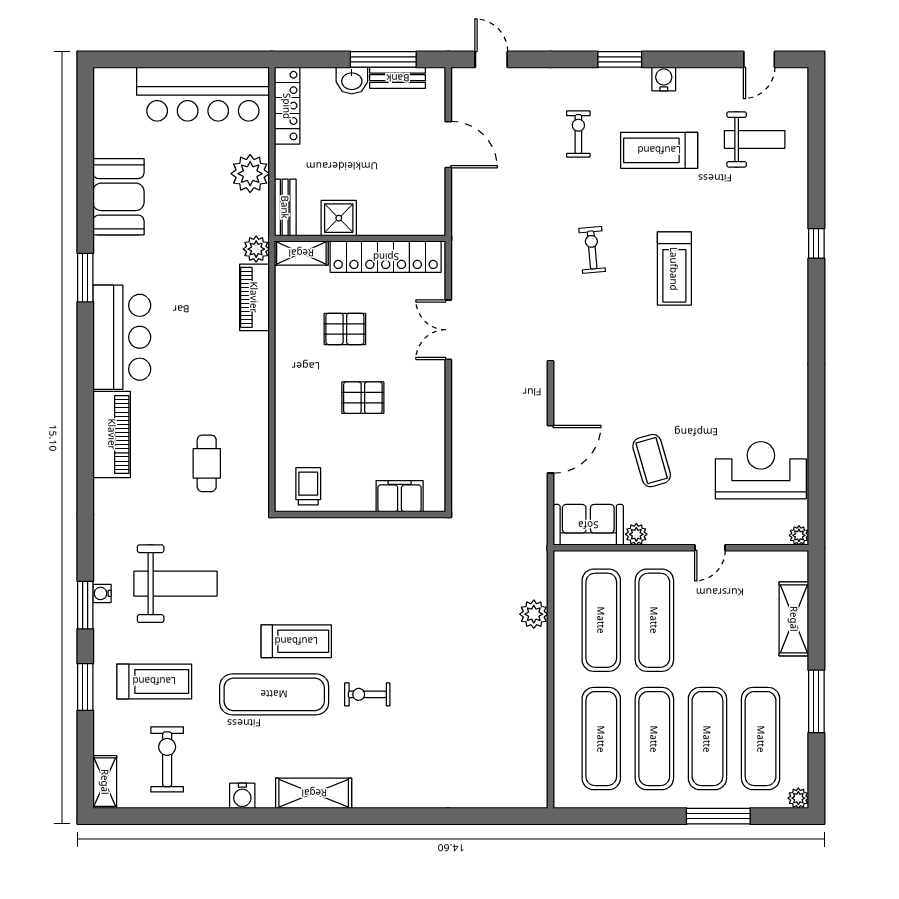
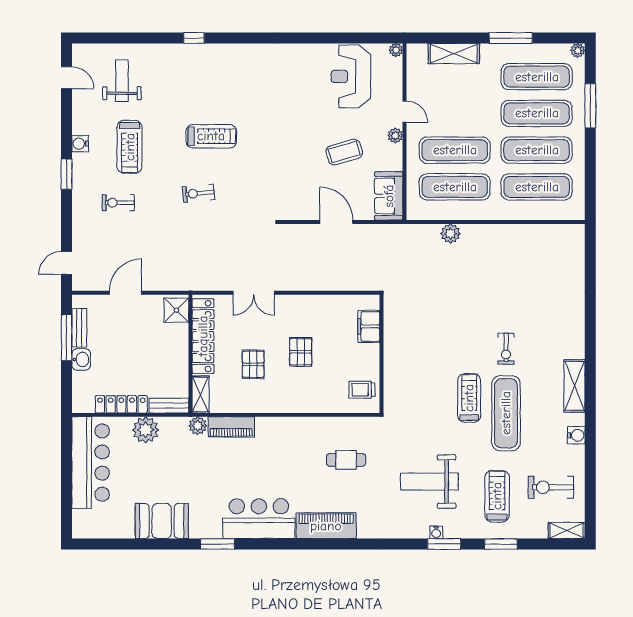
locker: (287, 106) -> (121, 404), moved
shower: (339, 218) -> (176, 310), moved
plant: (636, 534) -> (395, 136), moved
weight bench: (175, 584) -> (429, 482), turned -90

